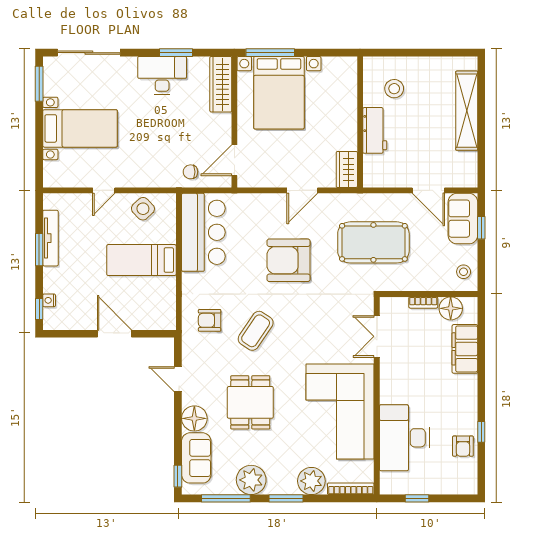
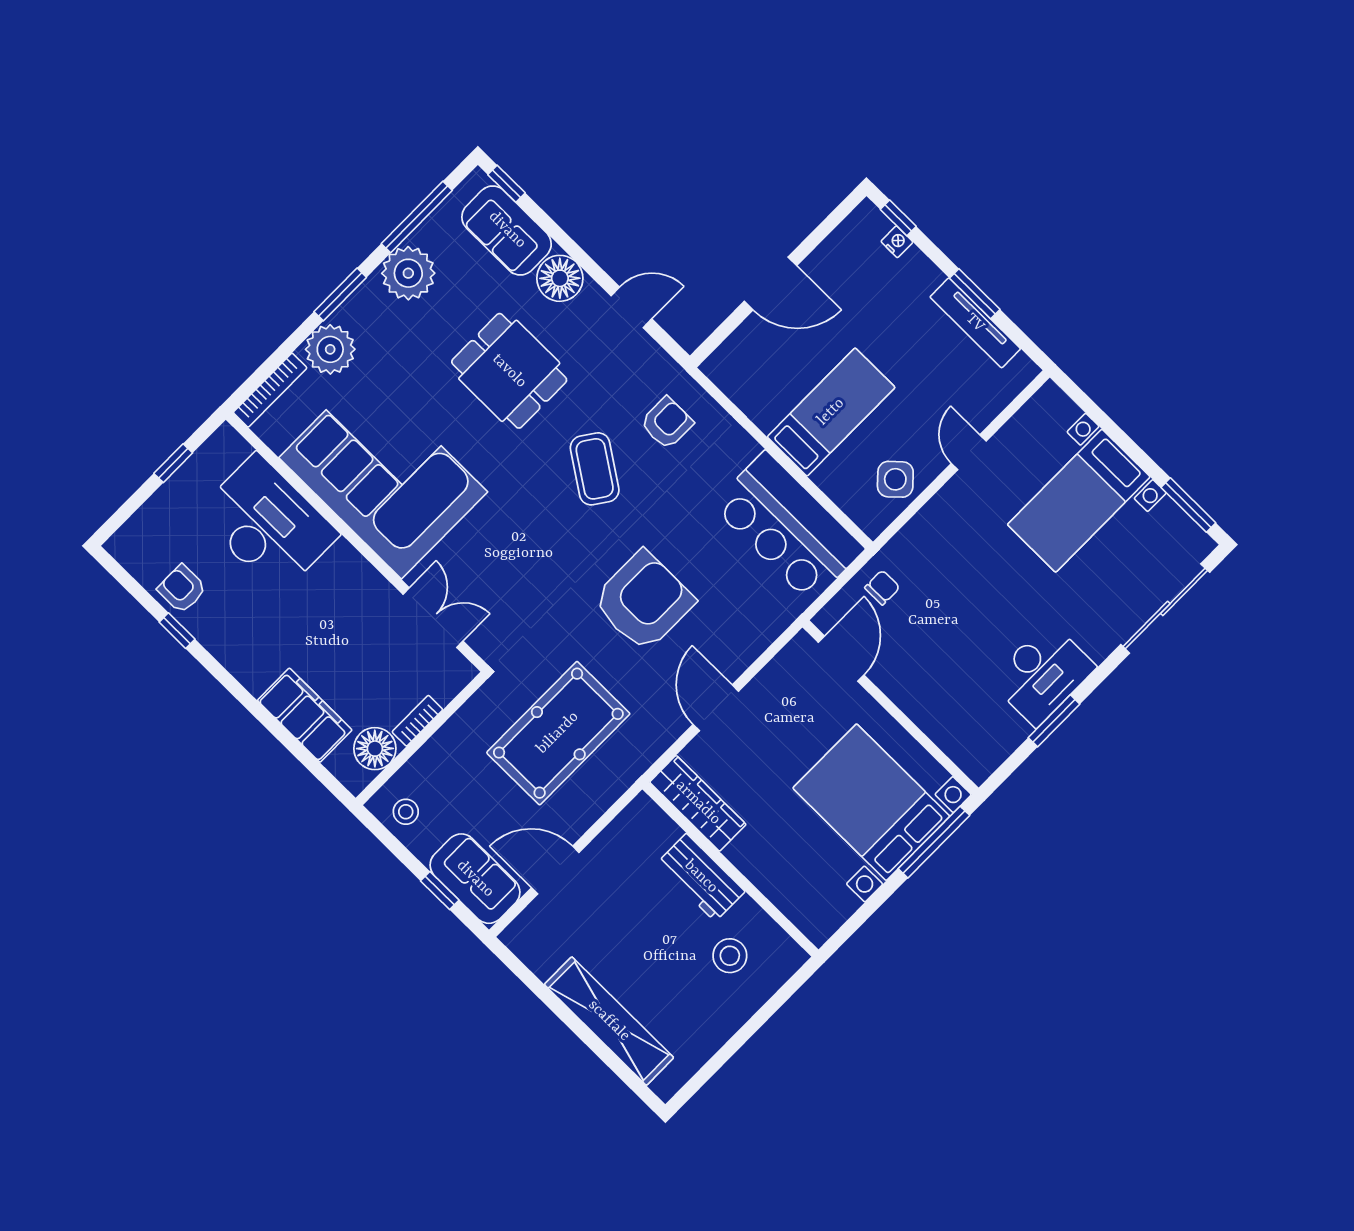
wardrobe: (221, 84) -> (956, 738), removed
wardrobe: (347, 169) -> (698, 803), width x1.50

